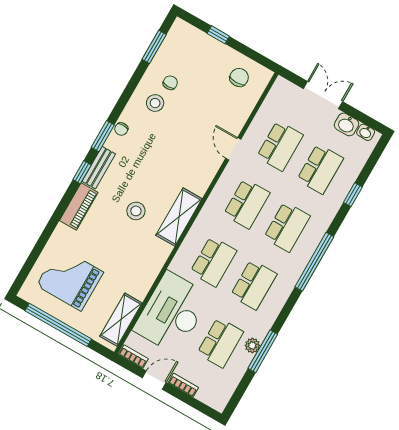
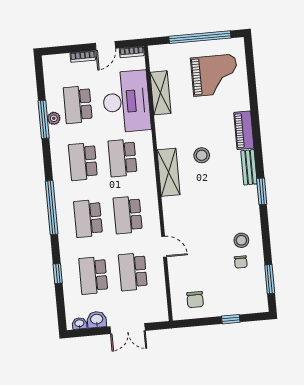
chair: (121, 129) -> (252, 205), removed
window: (82, 172) -> (258, 156), removed
shelving: (121, 320) -> (161, 93), moved

